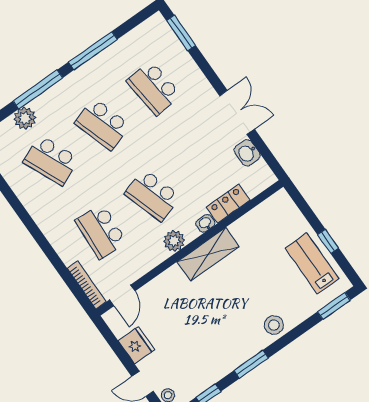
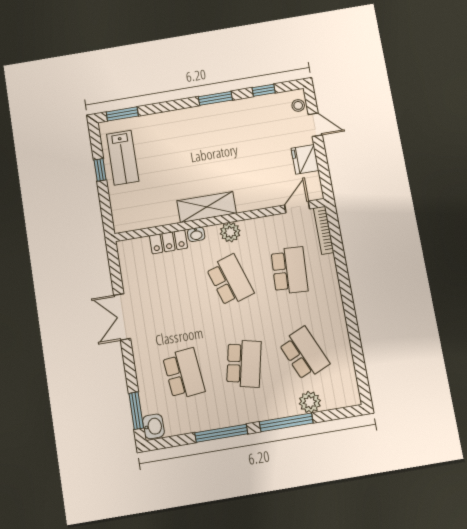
school desk: (102, 124) -> (244, 364), turned 30
washbasin: (247, 153) -> (153, 426), moved
stool: (274, 325) -> (180, 122), removed

